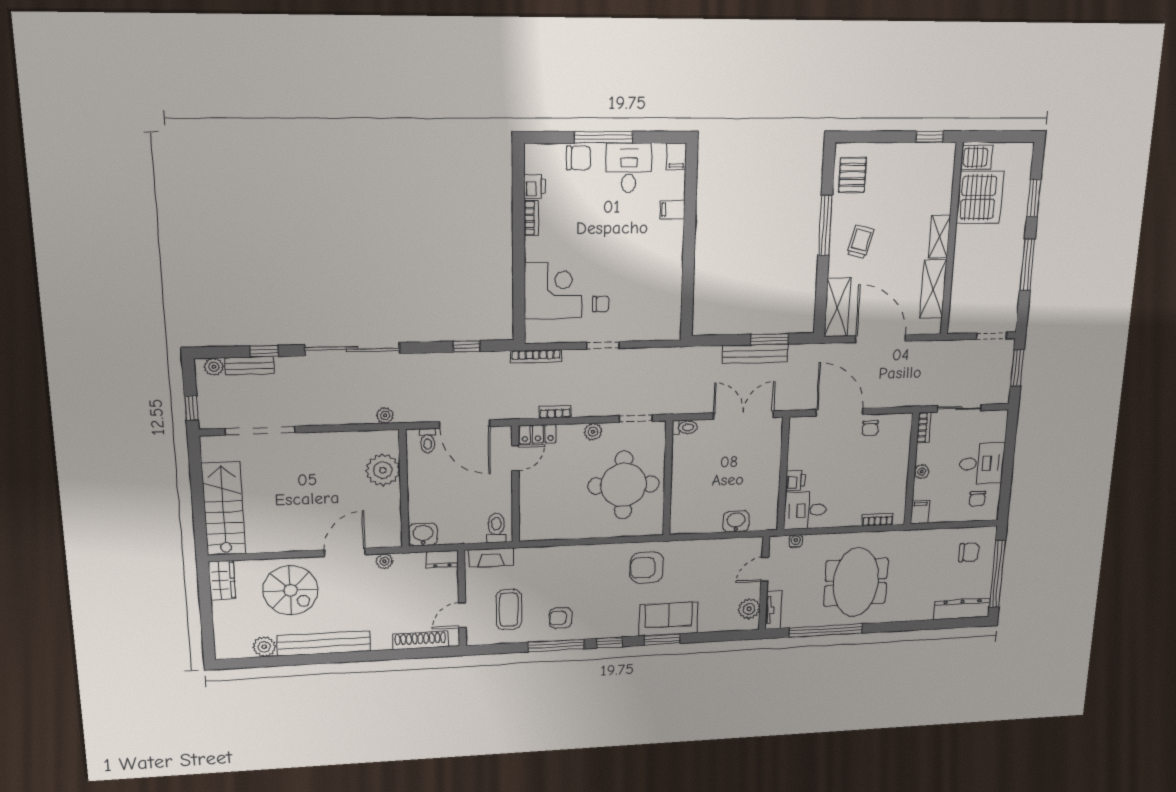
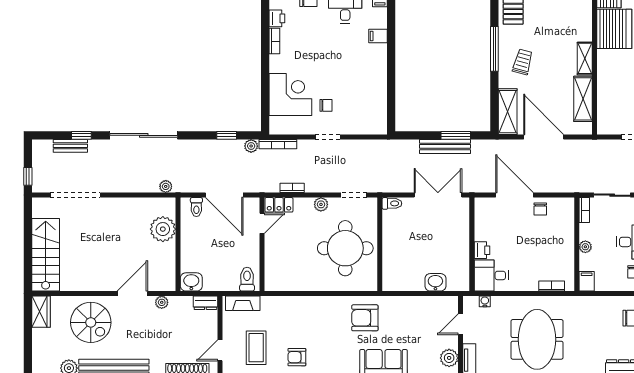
plant: (214, 367) -> (251, 146), moved

